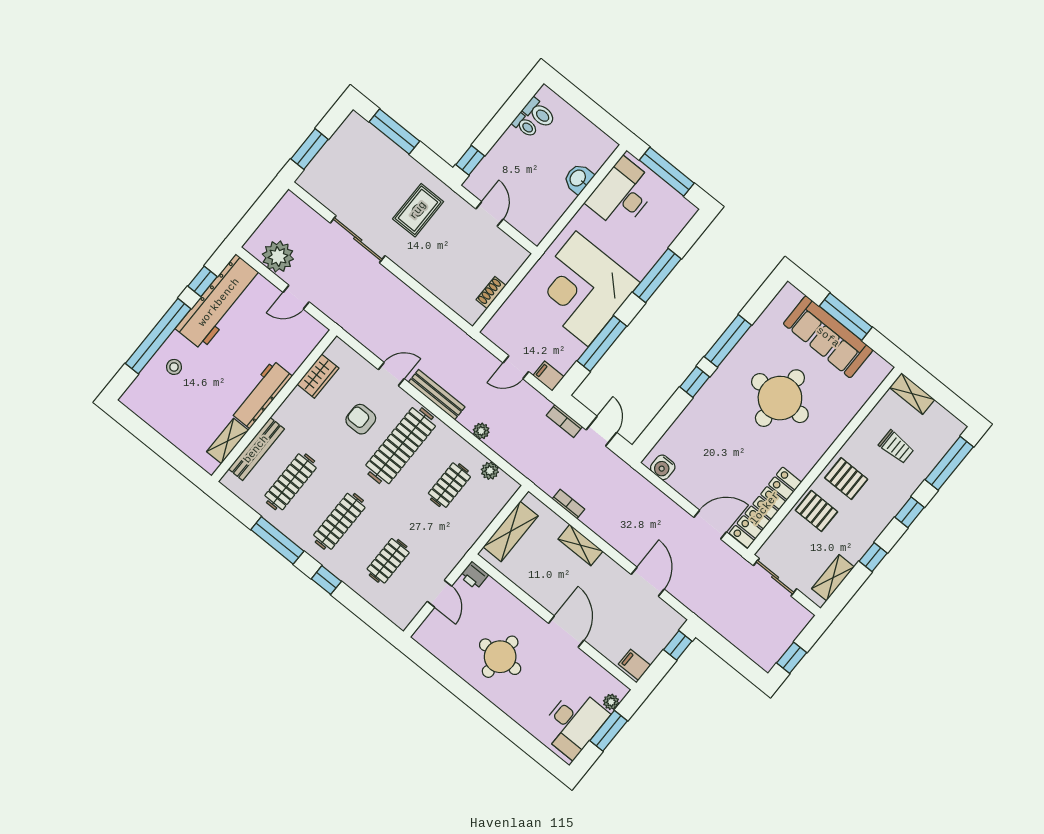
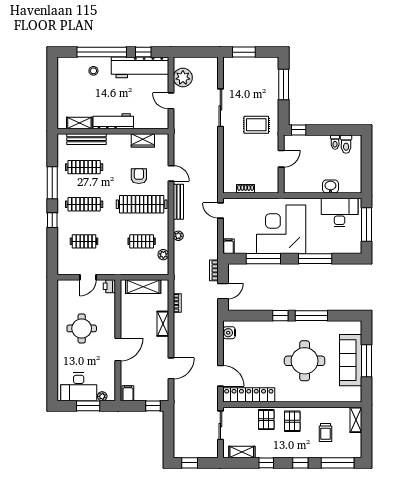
door: (516, 367) -> (220, 210), moved

